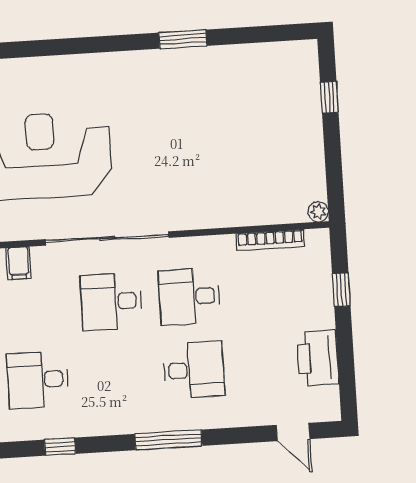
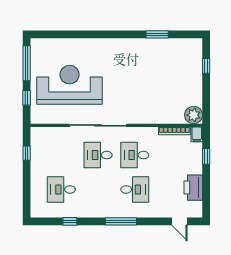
window: (183, 39) -> (157, 34), moved
plant: (318, 212) -> (194, 115), width x1.87, depth x1.87
filing cabinet: (18, 263) -> (197, 134), moved

